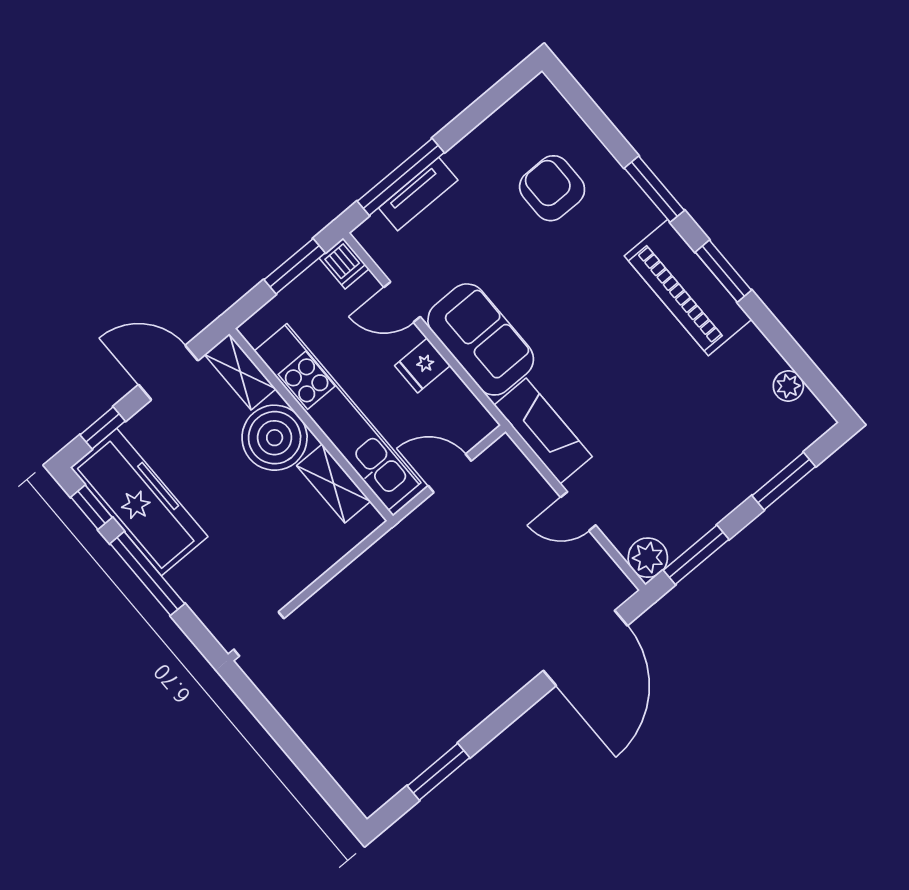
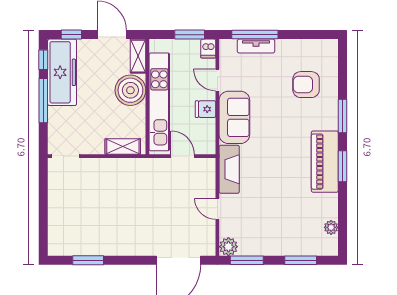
armchair: (552, 188) -> (306, 85), turned -90
shelving: (334, 483) -> (123, 146), moved, turned 90

